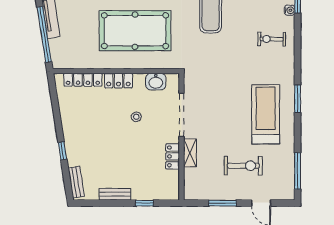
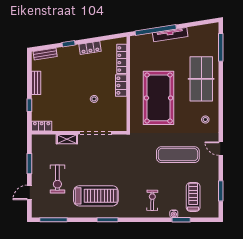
washbasin: (156, 82) -> (120, 114), removed
locker: (68, 122) -> (90, 48), added
locker: (173, 156) -> (42, 126), moved

